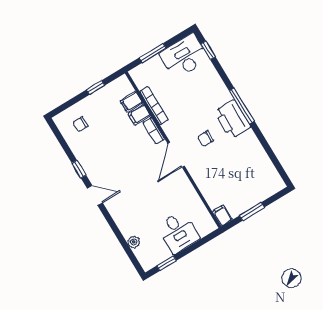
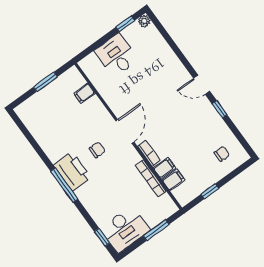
filing cabinet: (222, 216) -> (84, 93), moved, turned 90
plant: (134, 242) -> (144, 21), moved

